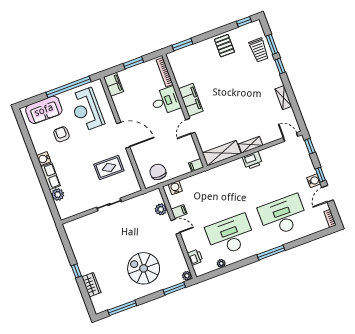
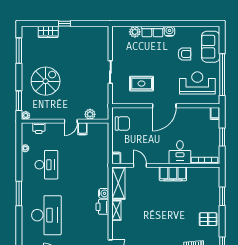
window: (182, 45) -> (222, 196), moved
filing cabinet: (113, 84) -> (215, 113), width x0.50
door: (190, 126) -> (140, 165), moved
rug: (109, 168) -> (142, 84), turned 90
water cooler: (175, 188) -> (104, 193), moved
desk: (230, 235) -> (46, 165), width x0.73, depth x0.77

